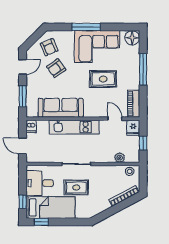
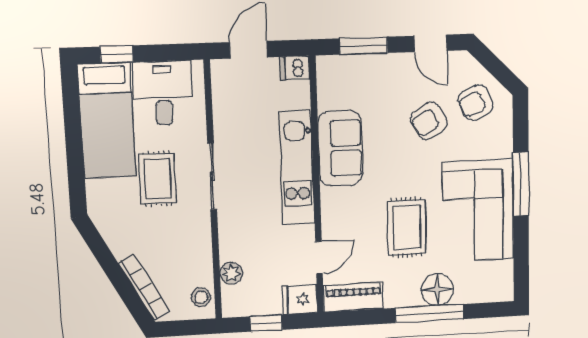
floor lamp: (132, 38) -> (437, 290), moved
armchair: (56, 68) -> (429, 121), turned -84
sofa: (61, 108) -> (340, 148), width x0.73
window: (41, 222) -> (71, 101), removed

